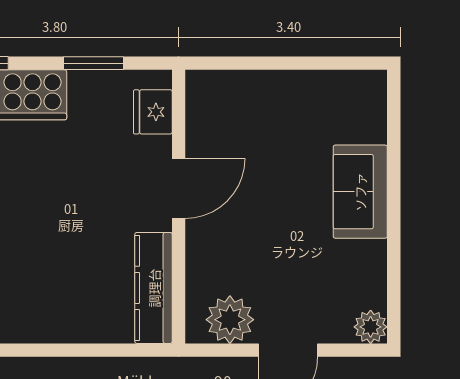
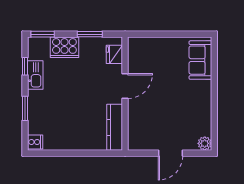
sofa: (360, 192) -> (200, 60), moved
plant: (230, 320) -> (146, 140), removed

